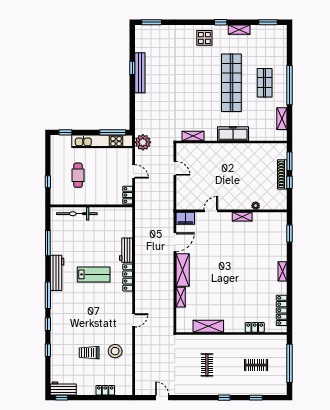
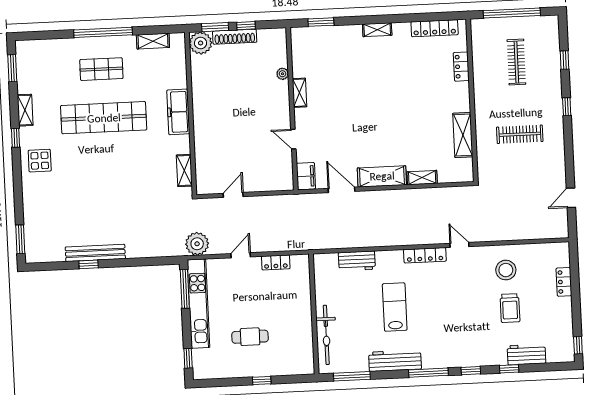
plant: (279, 151) -> (201, 43), added
wall: (91, 206) -> (314, 314), moved
bicycle: (77, 214) -> (326, 335), moved
locker: (128, 278) -> (425, 255), moved
clothes rail: (207, 365) -> (520, 134), width x1.36
clothes rail: (256, 365) -> (516, 62), width x1.36
workbench: (63, 388) -> (526, 354), moved, turned 90

